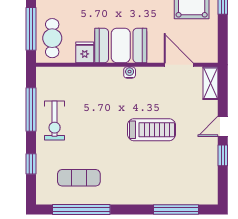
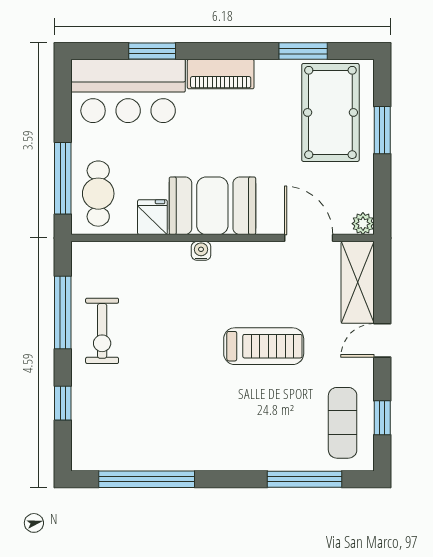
plant: (211, 56) -> (363, 224), added
water cooler: (130, 73) -> (201, 251), moved
shelving: (210, 83) -> (358, 282), width x1.50, depth x1.33
window: (223, 155) -> (382, 418), moved
exercise mat: (79, 178) -> (343, 423), moved, turned 90

